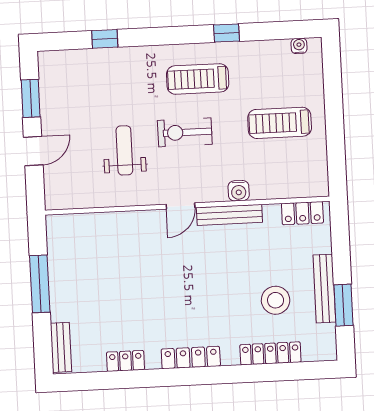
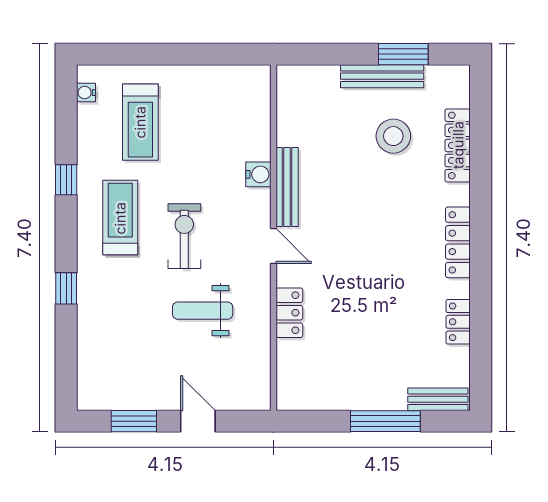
window: (105, 39) -> (66, 288), moved
treadmill: (198, 79) -> (120, 218), turned 180
treadmill: (280, 123) -> (140, 122), moved
exercise bike: (185, 132) -> (184, 236), turned 180
locker: (302, 213) -> (289, 313), moved
window: (40, 284) -> (385, 421), moved

